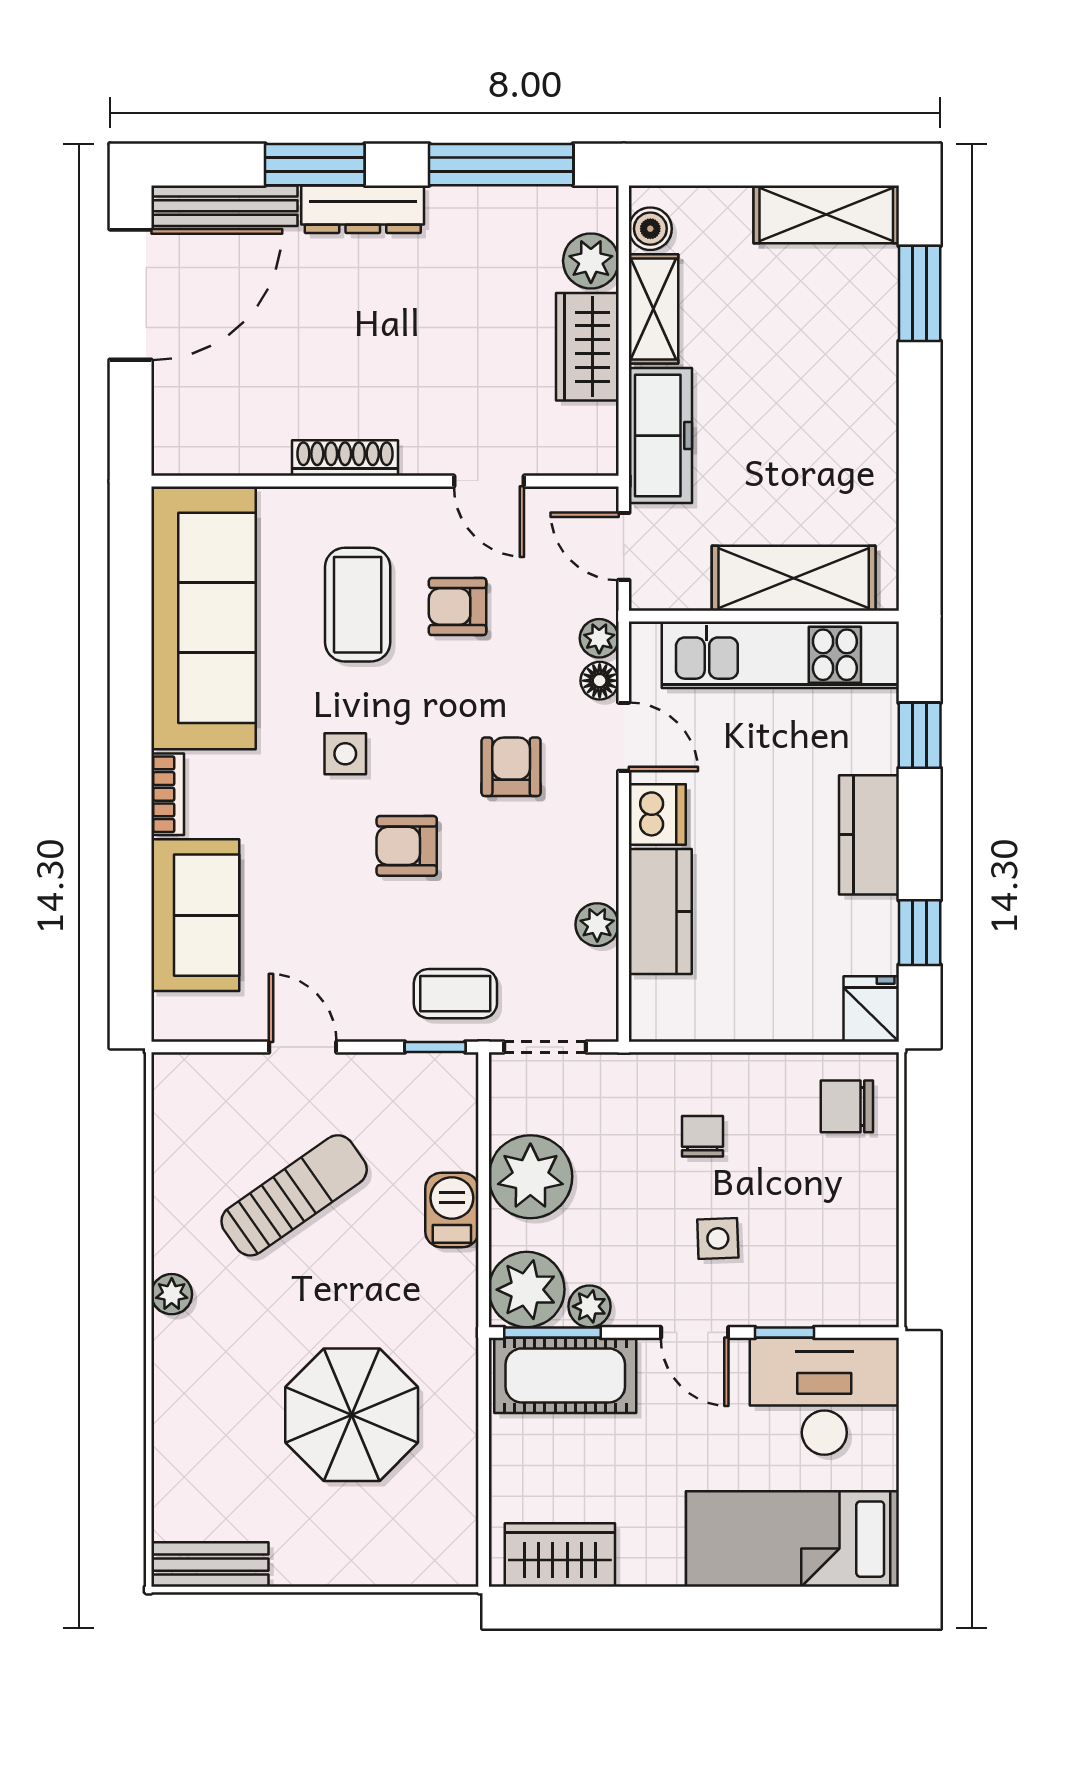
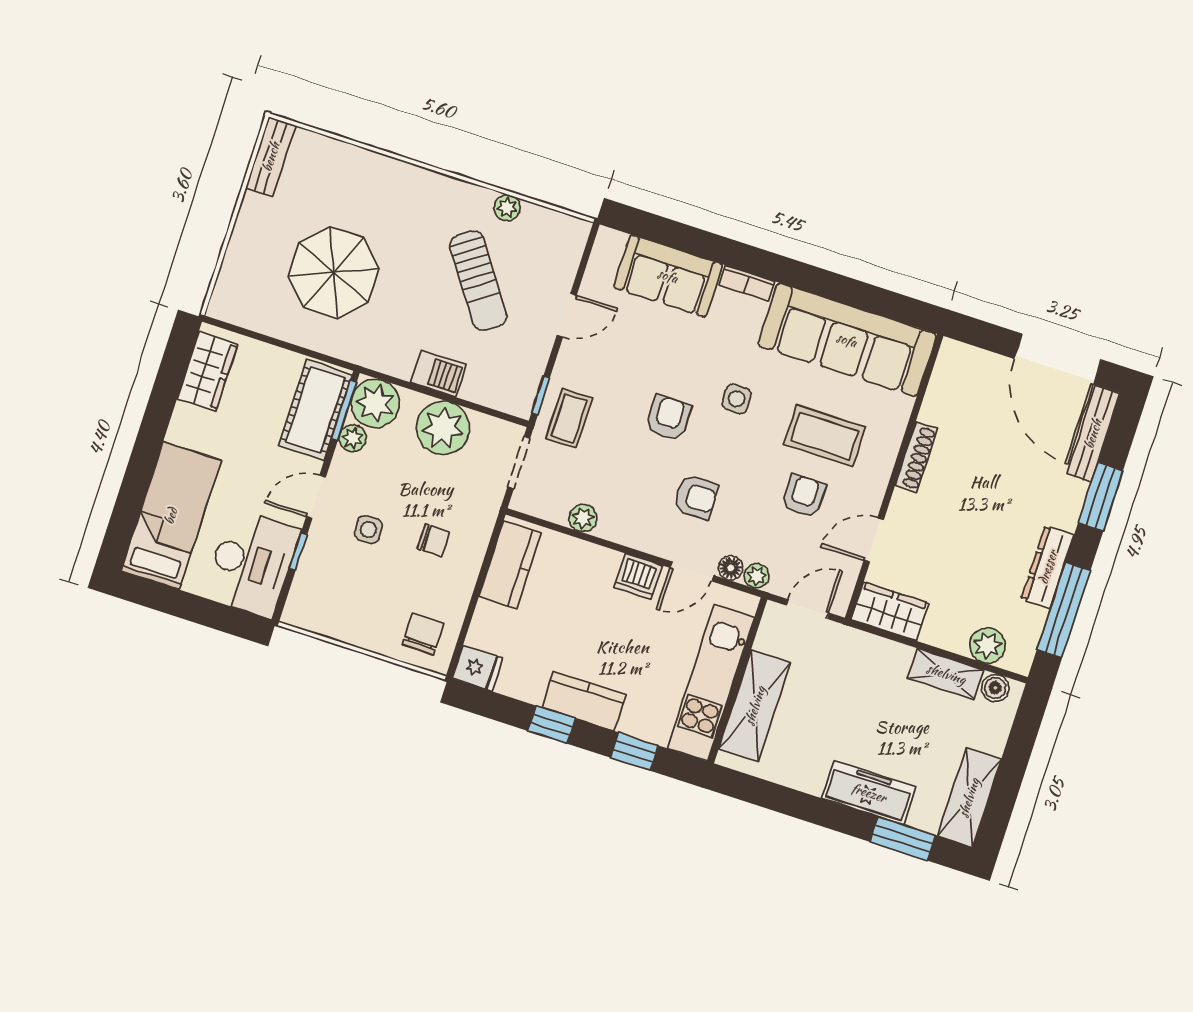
dresser: (363, 209) -> (1048, 567), moved
wardrobe: (587, 347) -> (890, 611), moved
freezer: (660, 436) -> (869, 793), moved, turned 180
kitchen counter: (660, 912) -> (510, 565), moved, turned -90
window: (920, 933) -> (551, 725), moved
plant: (172, 1294) -> (507, 208), moved

